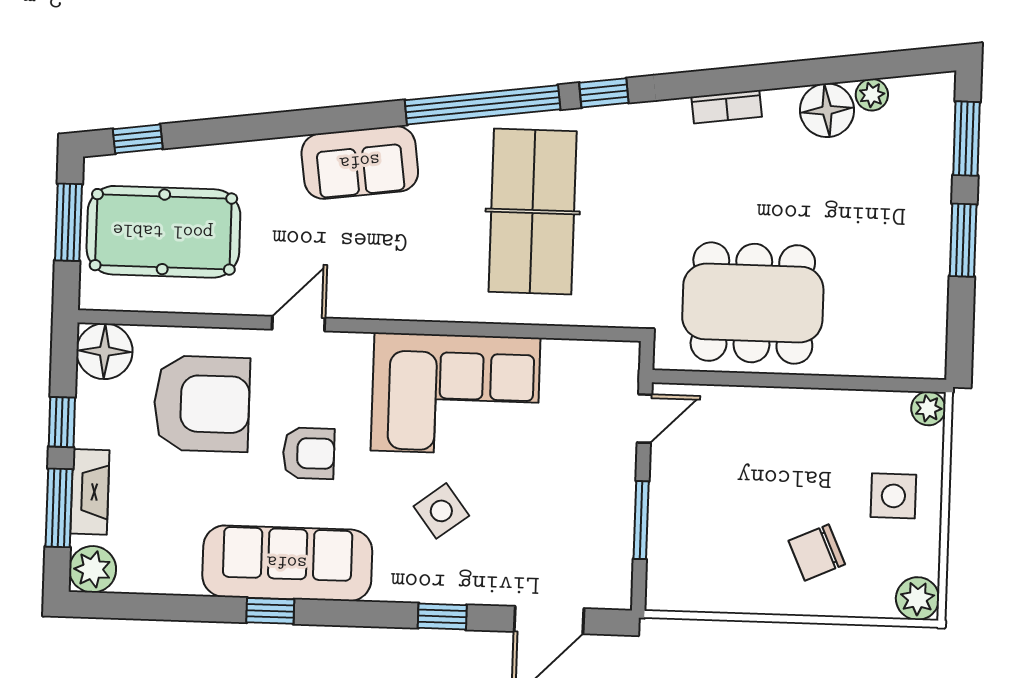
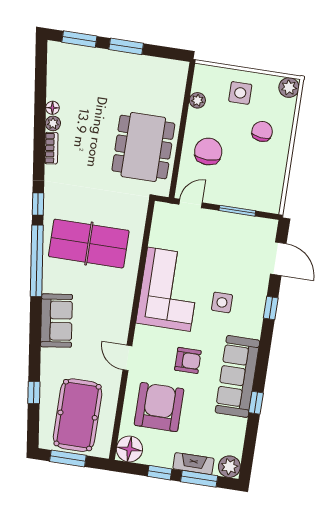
plant: (872, 95) -> (53, 123), moved
floor lamp: (827, 110) -> (52, 108), width x0.53, depth x0.53
window: (138, 139) -> (34, 393), moved
plant: (928, 408) -> (197, 100), moved
door: (645, 419) -> (191, 203), hinge flipped
chair: (760, 443) -> (208, 151), added
armchair: (309, 453) -> (188, 360), turned 90
side table: (441, 511) -> (222, 302), turned 37
chair: (817, 553) -> (262, 131), turned -150
window: (270, 611) -> (256, 403), moved

